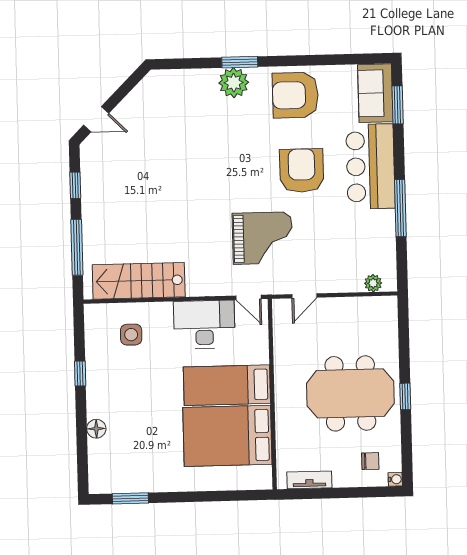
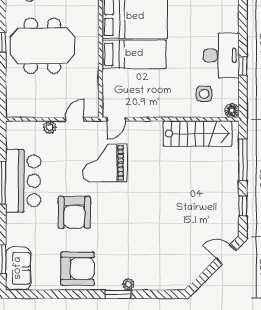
plant: (234, 83) -> (128, 284), width x0.53, depth x0.53
bar counter: (370, 166) -> (23, 181), moved
plant: (373, 283) -> (50, 127), moved
door: (249, 297) -> (116, 119), swing flipped
desk: (204, 324) -> (221, 55), moved, turned -90
floor lamp: (96, 429) -> (232, 111), moved

